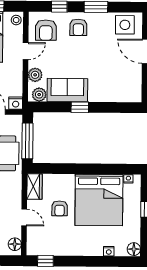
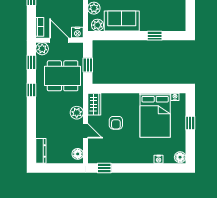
window: (80, 107) -> (155, 36), moved
window: (27, 141) -> (88, 65), width x0.46
plant: (14, 196) -> (77, 113), added
bed: (99, 200) -> (155, 115), width x0.73

